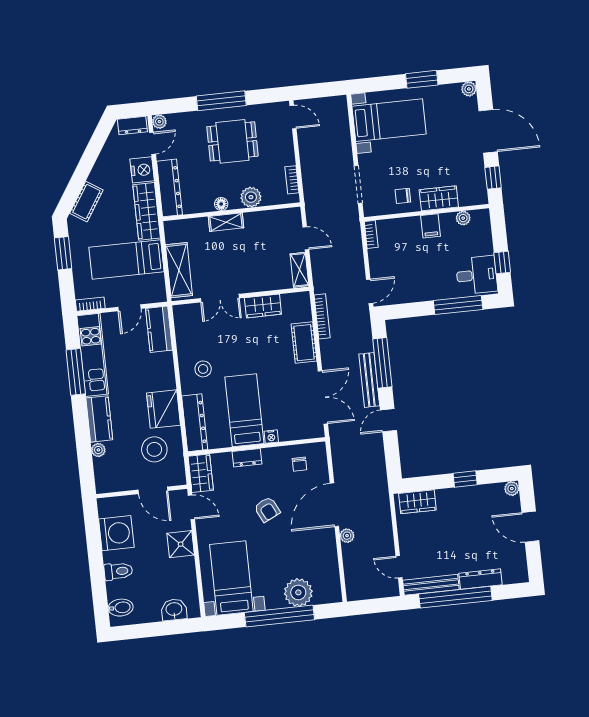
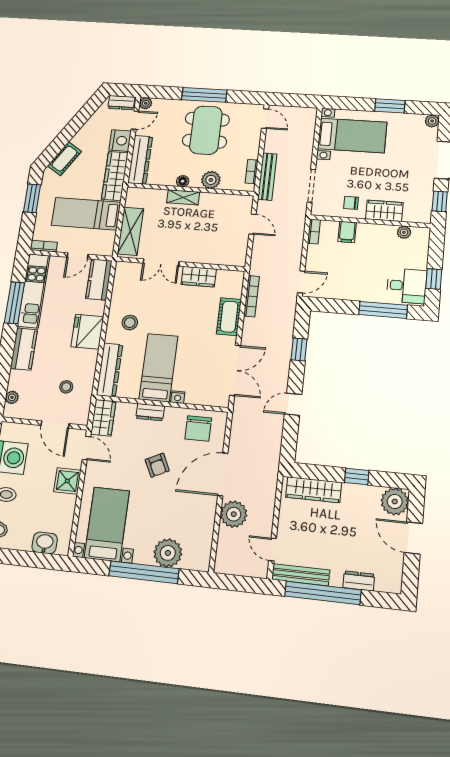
dining table: (232, 141) -> (206, 130), width x1.38
filing cabinet: (431, 226) -> (347, 232), moved
shelving: (299, 270) -> (240, 251), removed
window: (382, 363) -> (299, 349), width x0.46
bench: (369, 380) -> (267, 177), moved
fridge: (163, 409) -> (87, 332), moved
stool: (154, 449) -> (66, 387), width x0.53, depth x0.53
plant: (98, 450) -> (12, 397), moved
chair: (299, 464) -> (198, 428), width x1.87, depth x1.87
plant: (512, 489) -> (395, 501), width x1.88, depth x1.88
wardrobe: (417, 502) -> (314, 490), width x1.50
plant: (347, 536) -> (234, 514), width x1.88, depth x1.88
dresser: (481, 579) -> (359, 581), width x0.70

